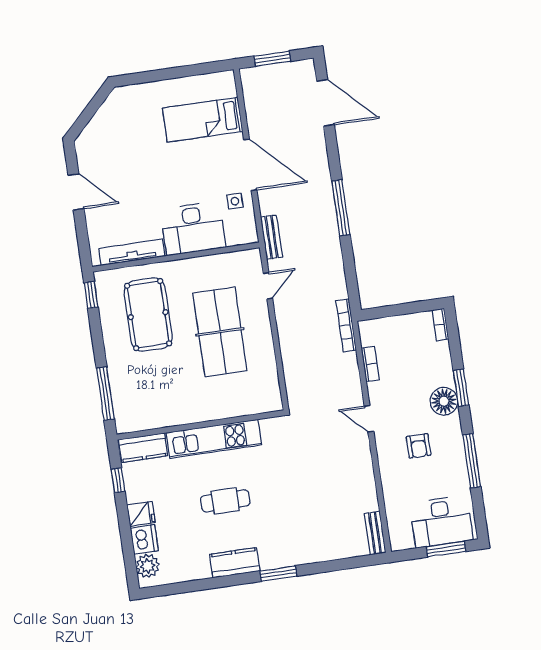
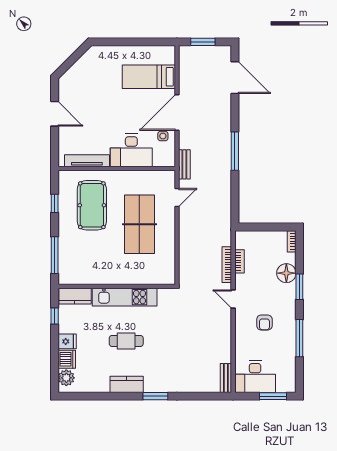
door: (250, 165) -> (177, 113), swing flipped
window: (91, 295) -> (55, 203), moved
bookcase: (346, 325) -> (227, 265), moved
floor lamp: (444, 401) -> (286, 273), moved
desk: (441, 521) -> (255, 377), moved

